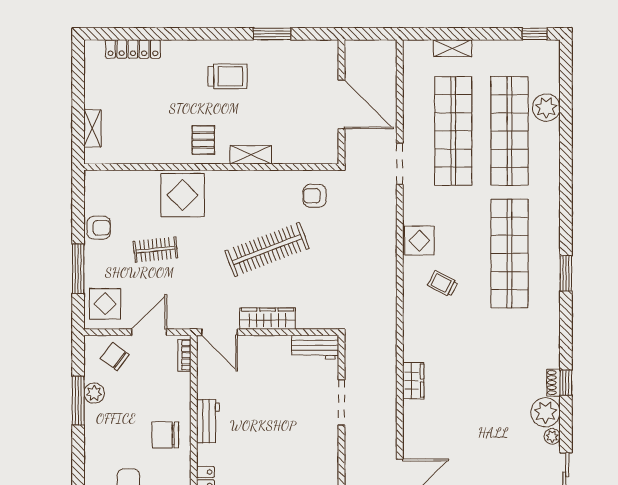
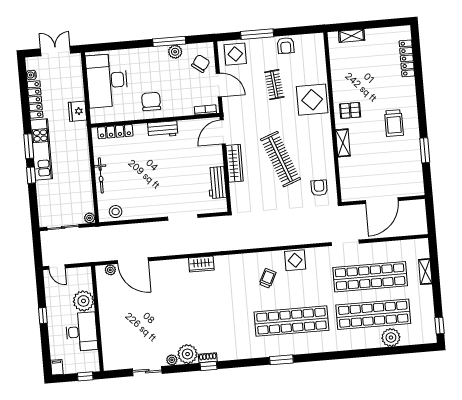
workbench: (315, 347) -> (217, 183), moved

